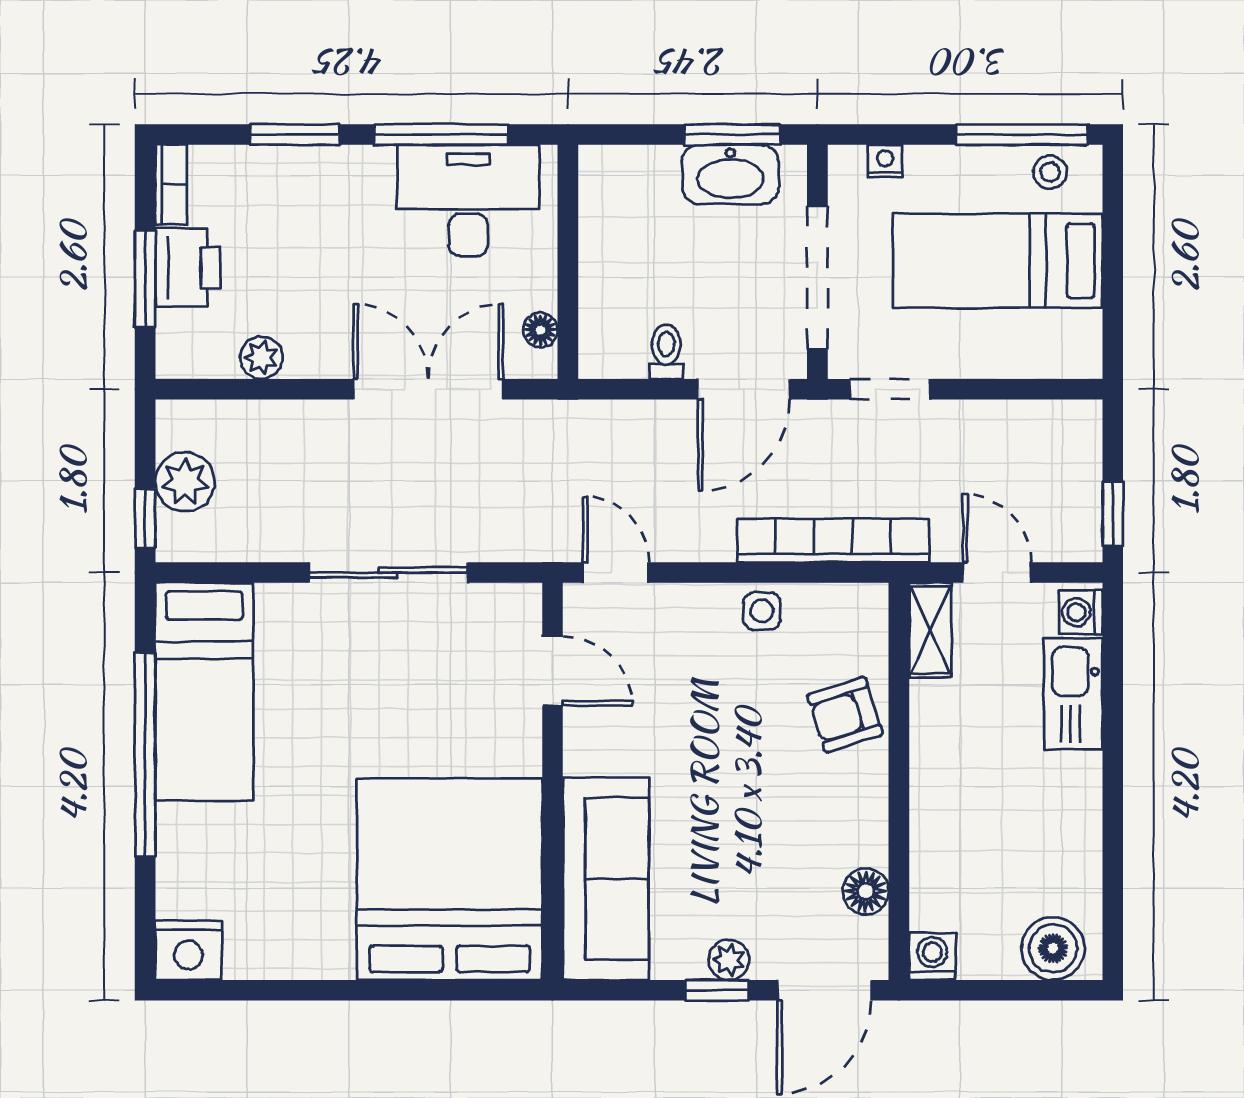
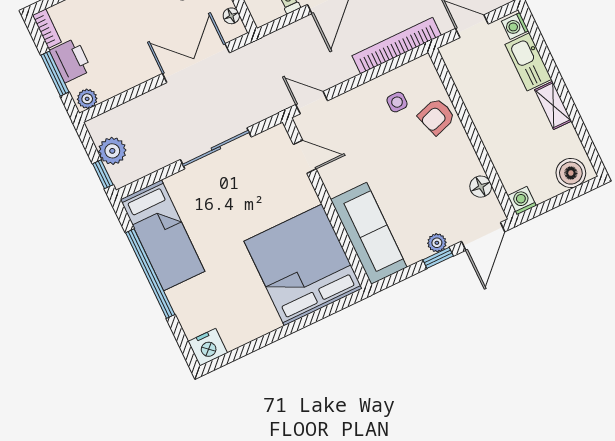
plant: (261, 358) -> (87, 99), moved
side table: (762, 611) -> (397, 102), moved
shelving: (930, 630) -> (553, 105), moved

